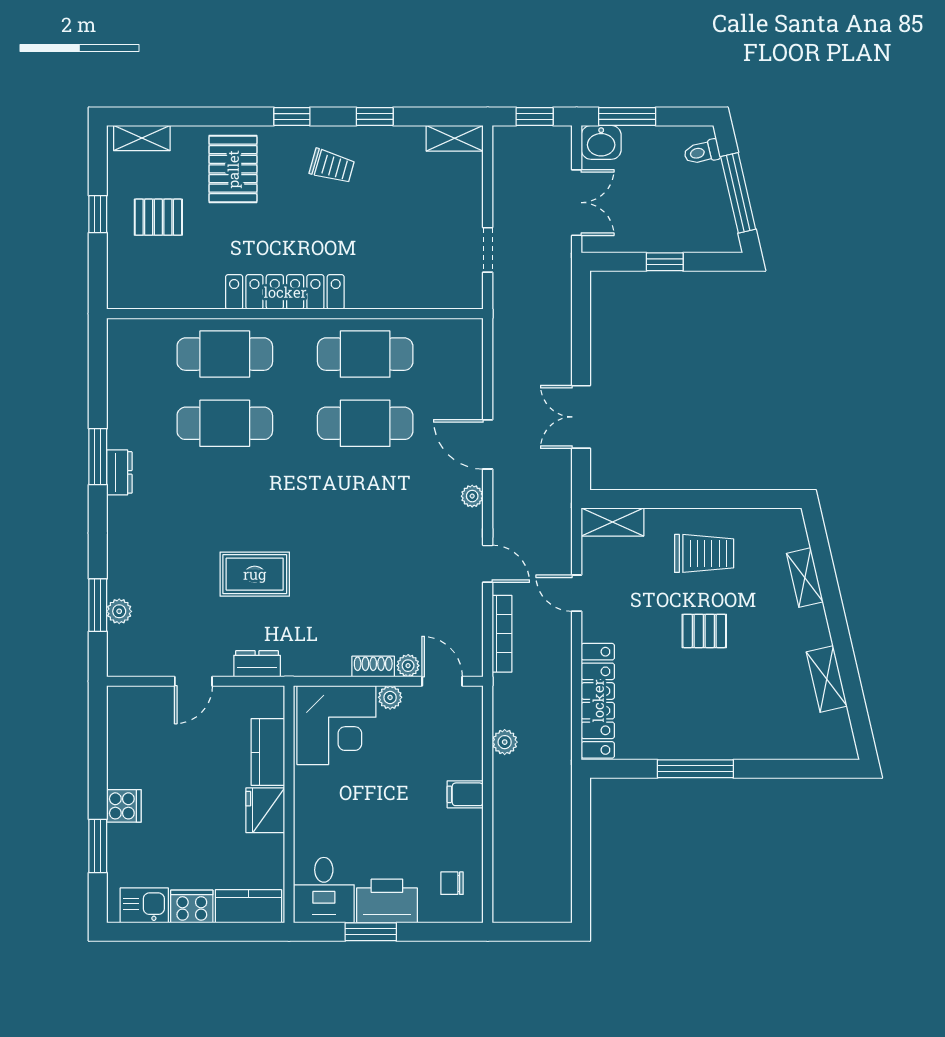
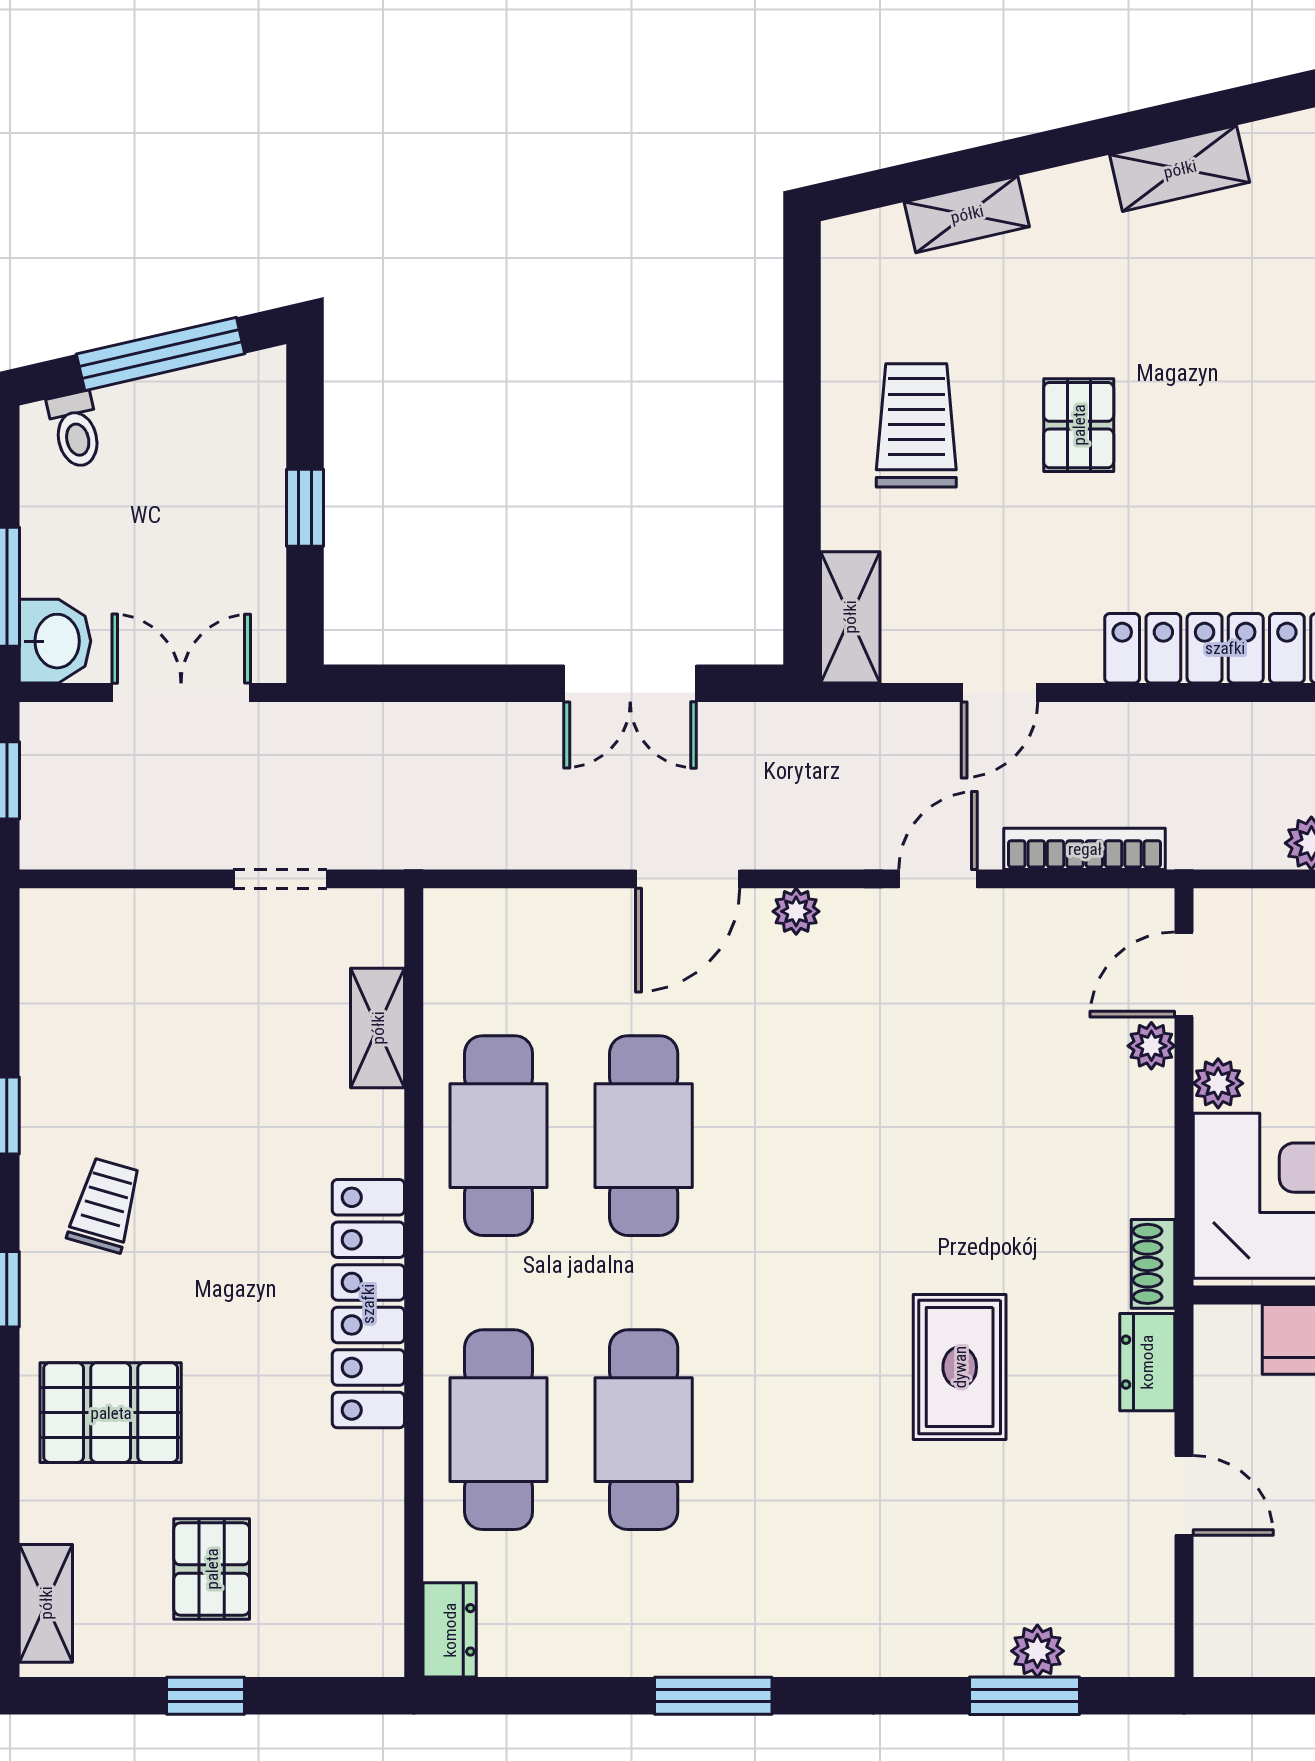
shelving: (455, 138) -> (378, 1028), moved
dresser: (119, 472) -> (450, 1630), moved, turned 90
shoe rack: (373, 666) -> (1153, 1264), moved

